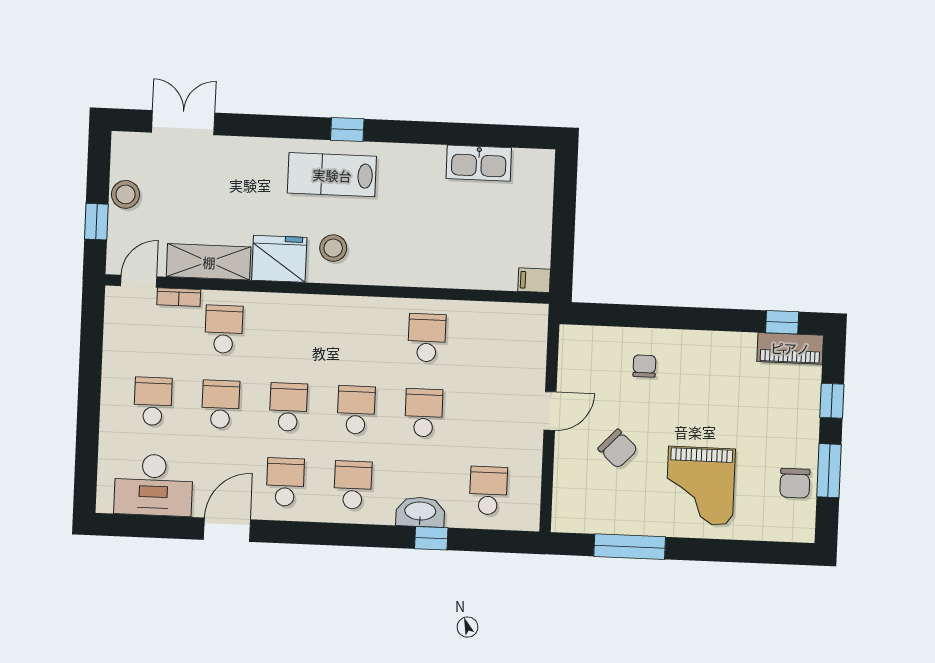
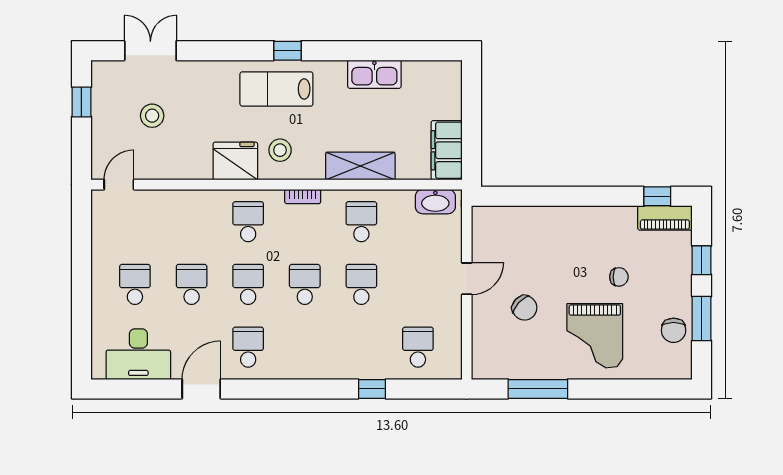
kitchen sink: (479, 163) -> (374, 74), moved
stool: (125, 194) -> (152, 116), moved
window: (96, 222) -> (81, 102), moved
shelving: (209, 262) -> (360, 166), moved
filing cabinet: (534, 280) -> (447, 150), width x3.00, depth x1.17
bookcase: (179, 297) -> (303, 197), moved
school desk: (224, 329) -> (248, 222), moved
chair: (644, 366) -> (619, 277), moved, turned 90
school desk: (353, 485) -> (305, 347), removed
washbasin: (420, 512) -> (435, 202), moved, turned 180

